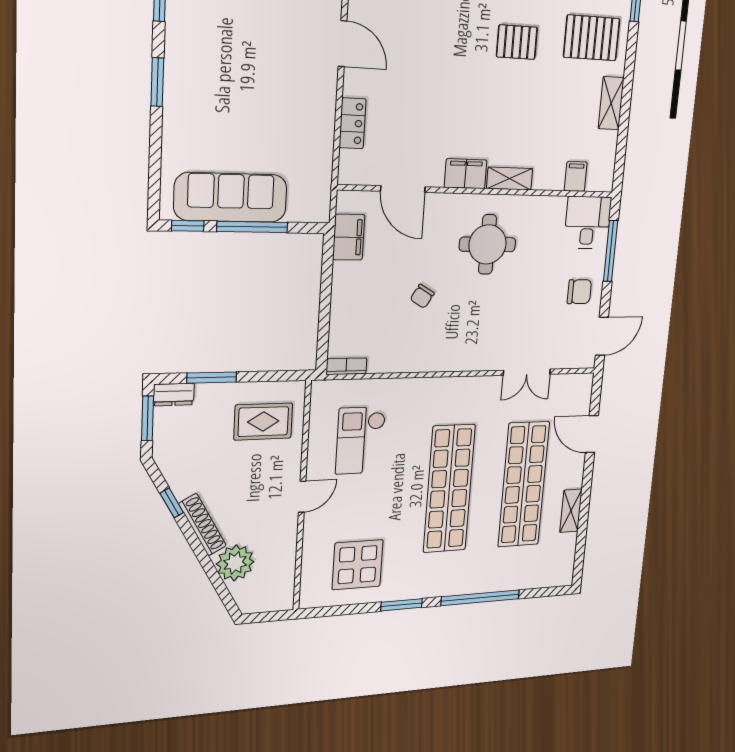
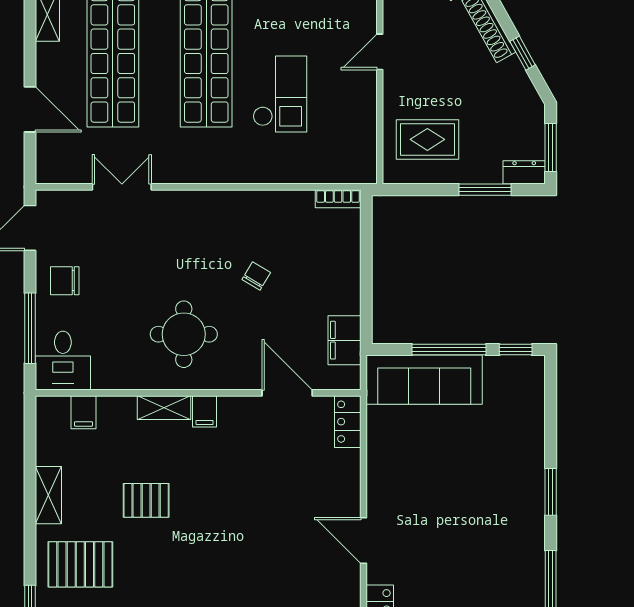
pallet: (517, 42) -> (146, 500), moved
locker: (353, 123) -> (348, 422), moved
filing cabinet: (466, 174) -> (205, 411), width x0.50
sofa: (231, 197) -> (424, 380), moved
checkout: (360, 440) -> (280, 94), moved

